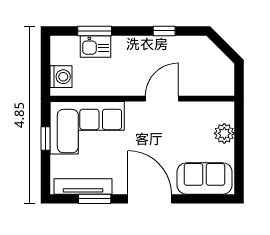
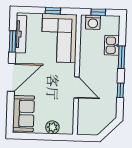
window: (95, 31) -> (122, 57), moved
window: (45, 69) -> (98, 12), added

